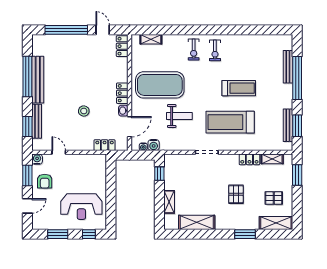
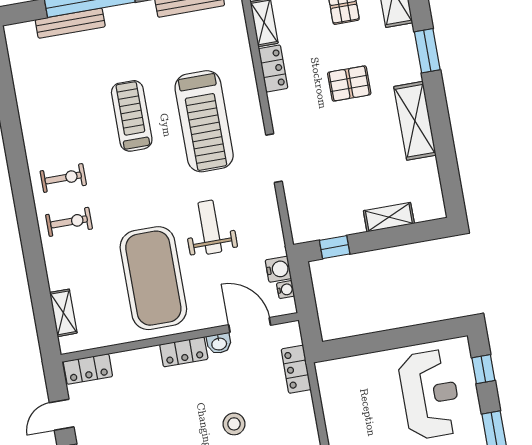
shelving: (197, 222) -> (415, 121), moved

